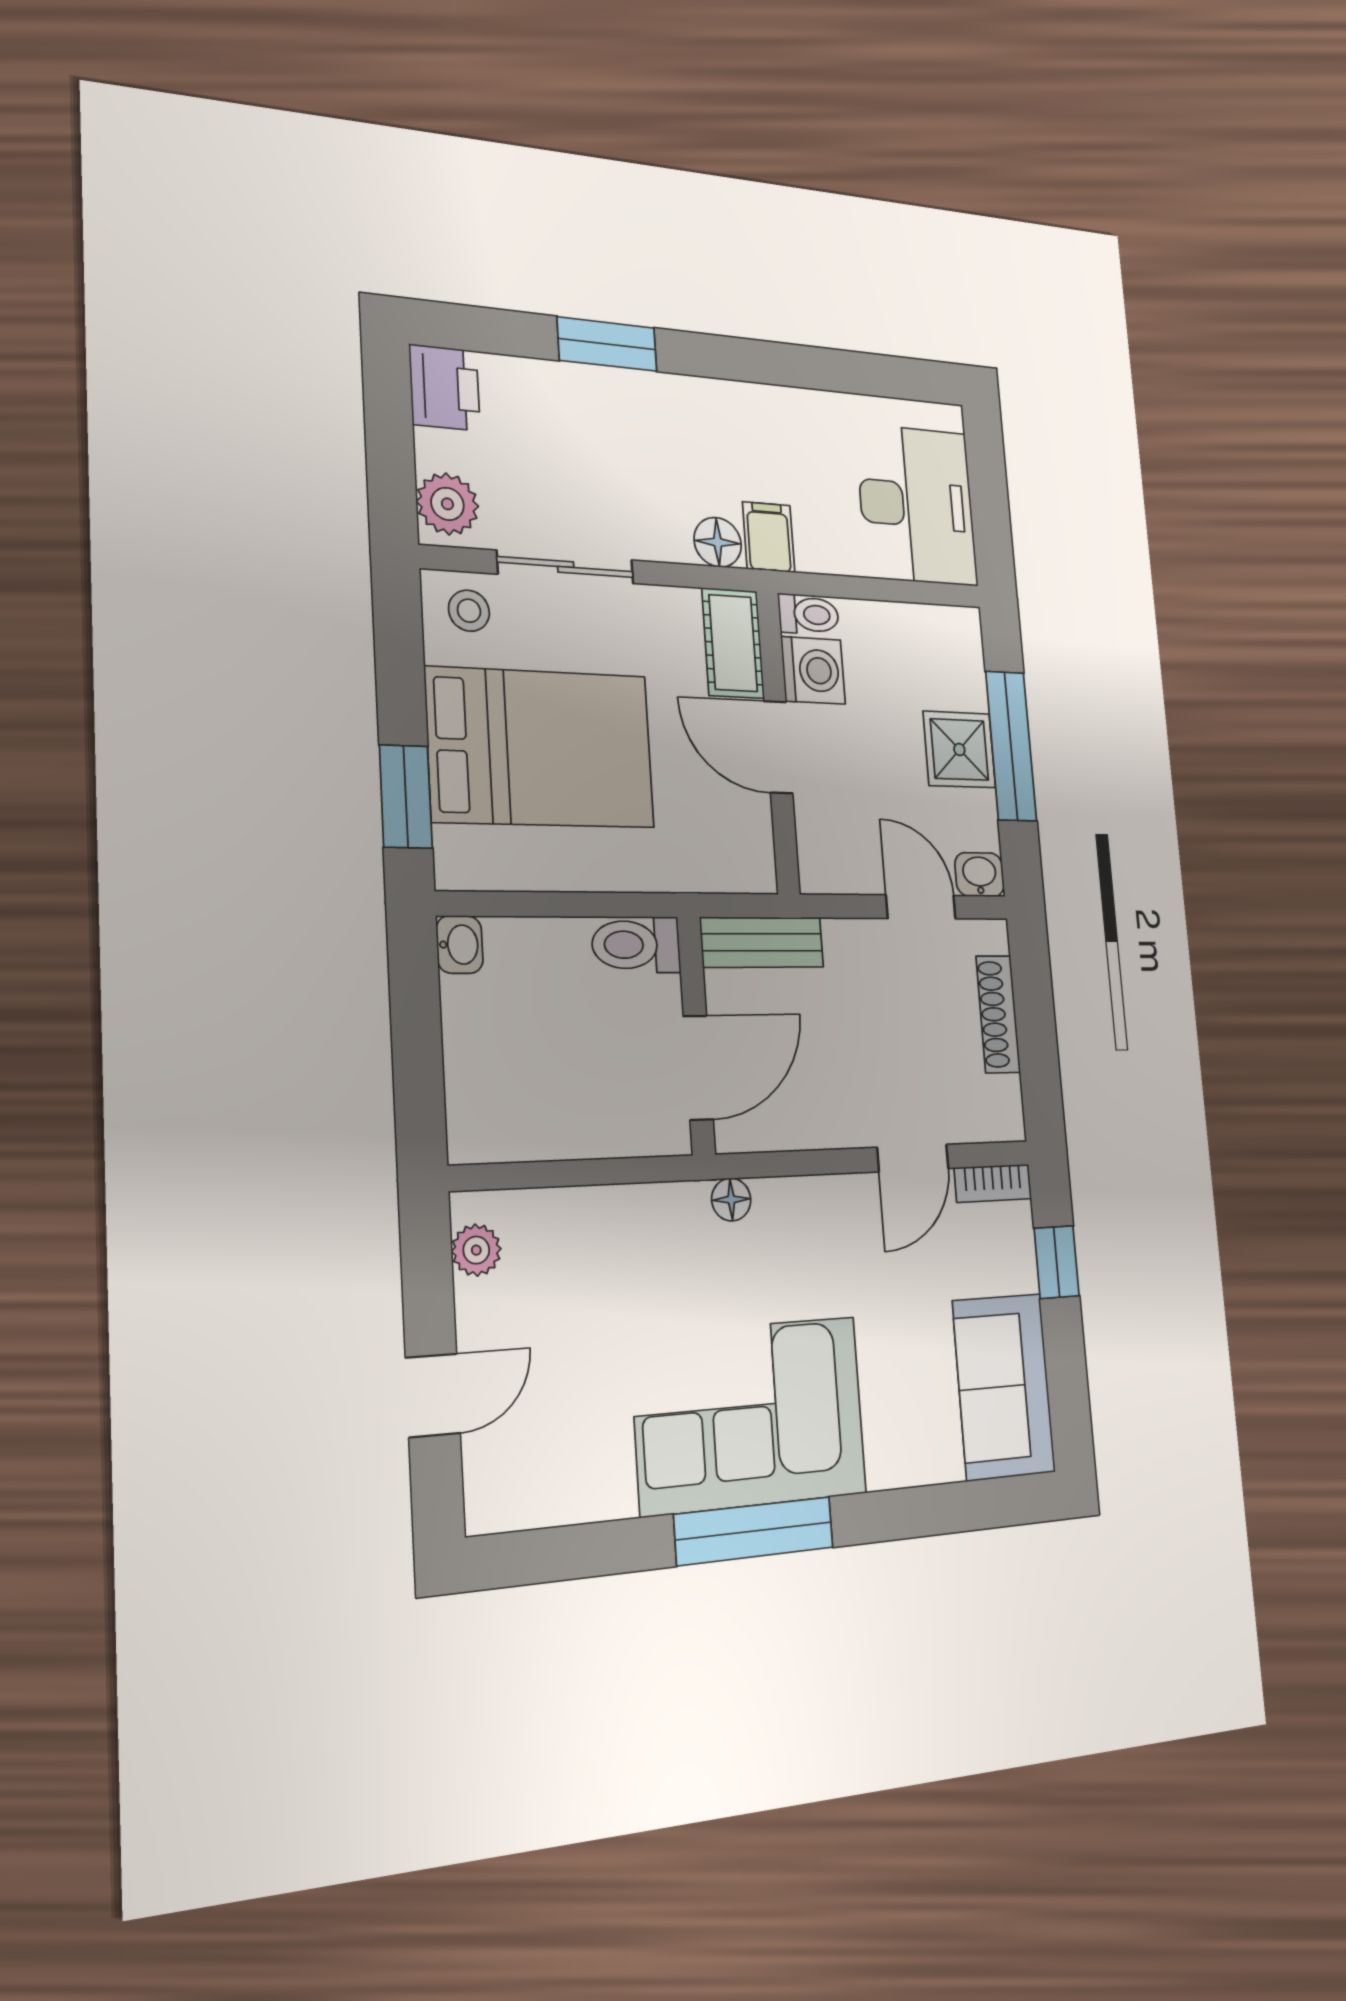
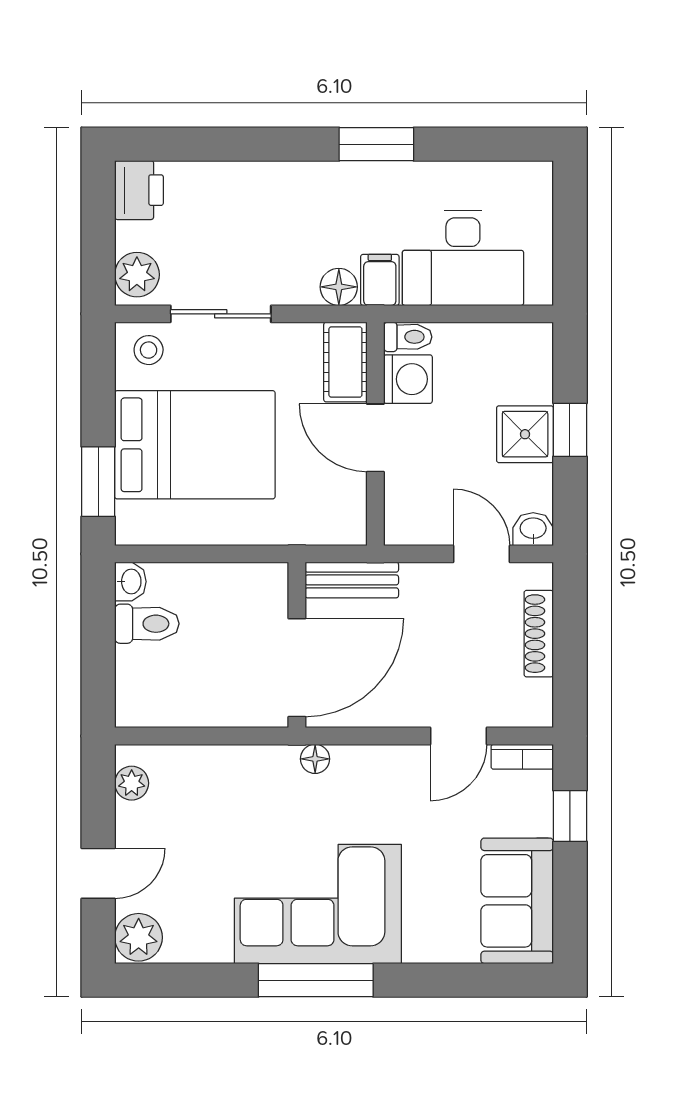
window: (607, 344) -> (376, 144), moved
desk: (917, 505) -> (463, 258), moved, turned 90
window: (1011, 746) -> (570, 430), width x0.46
toilet: (636, 945) -> (147, 624), moved, turned 180
door: (698, 1068) -> (297, 668), width x1.36
plant: (498, 1492) -> (139, 937), added

